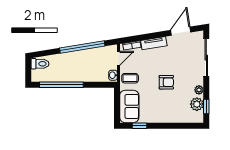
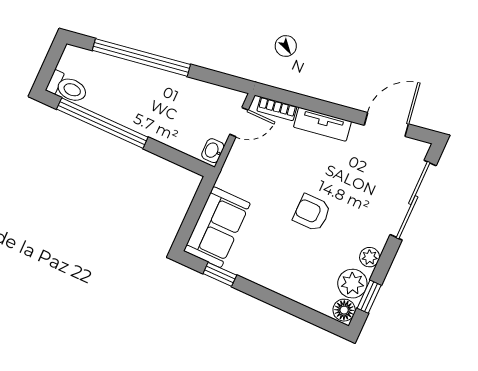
window: (82, 47) -> (141, 57), moved
toilet: (40, 64) -> (67, 88), moved
coffee table: (130, 78) -> (244, 172), removed
armchair: (166, 82) -> (312, 213), turned 180
floor lamp: (198, 117) -> (344, 310), added

